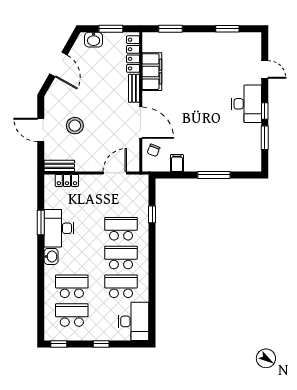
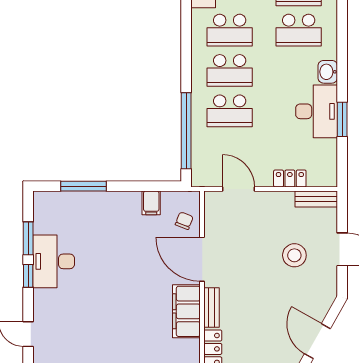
filing cabinet: (152, 72) -> (186, 311), moved
desk: (247, 104) -> (54, 261), moved
door: (115, 173) -> (238, 189), swing flipped
window: (214, 175) -> (84, 186), moved
locker: (67, 180) -> (290, 178), moved
window: (152, 214) -> (186, 131), width x3.17

